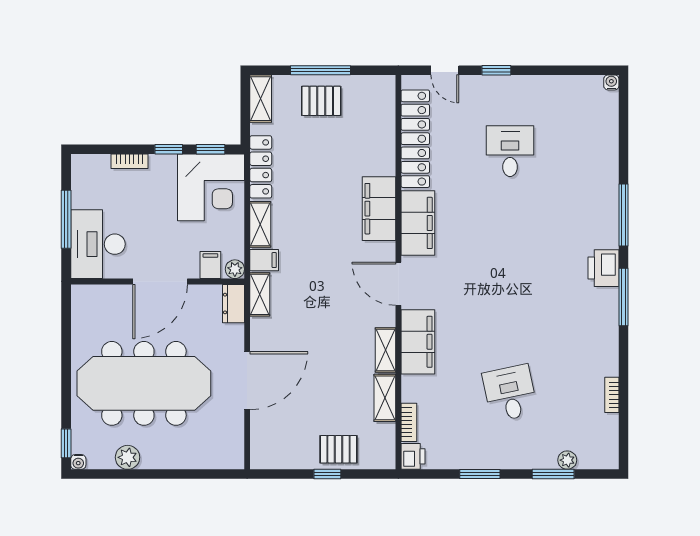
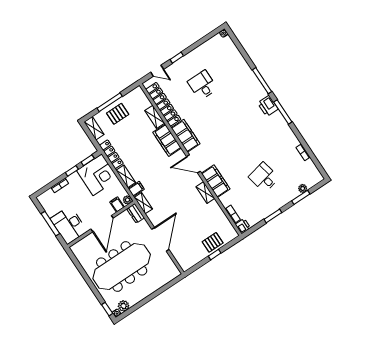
shelving: (385, 398) -> (155, 117), moved
plant: (128, 457) -> (124, 306), moved

